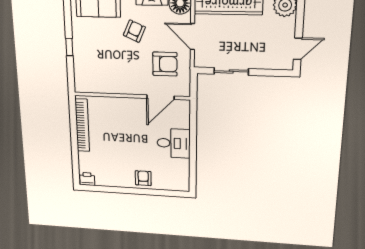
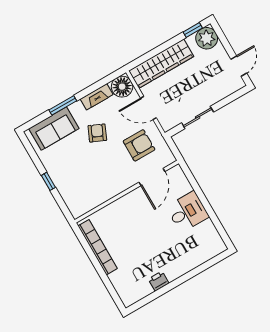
armchair: (143, 178) -> (180, 263), removed
printer: (87, 179) -> (159, 281), moved

